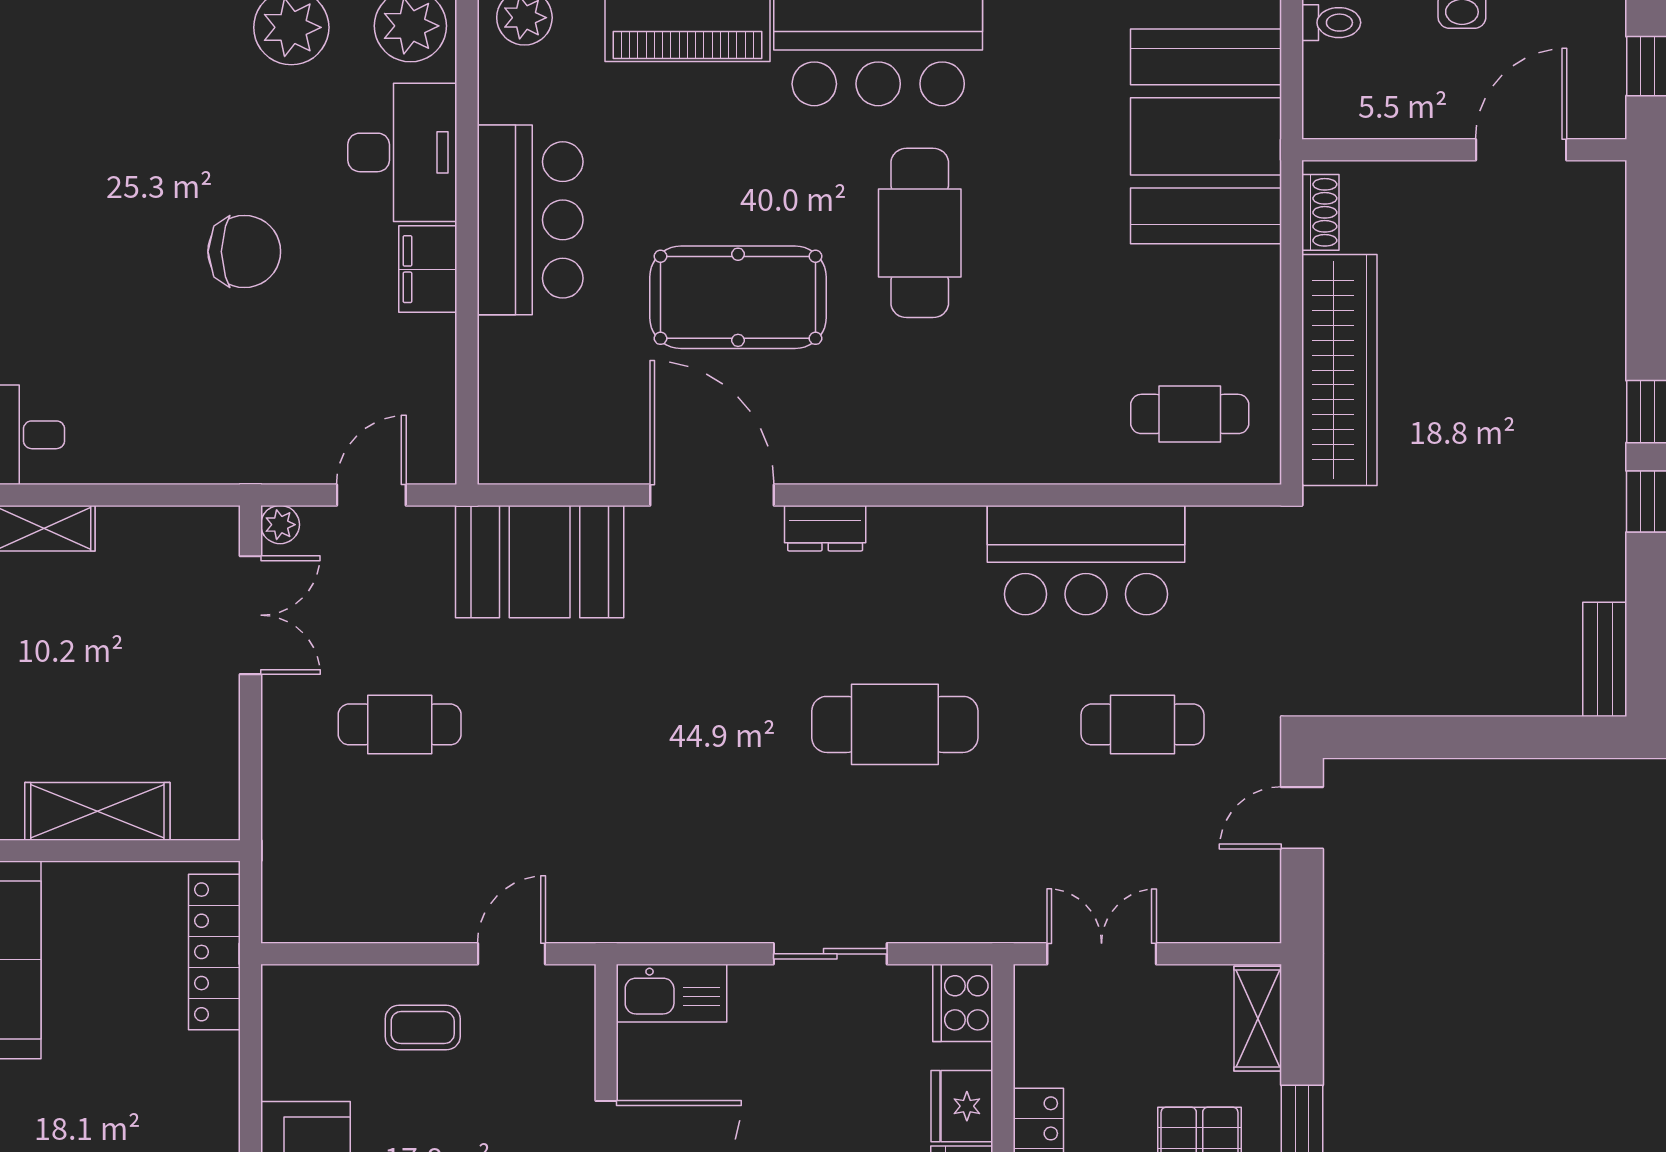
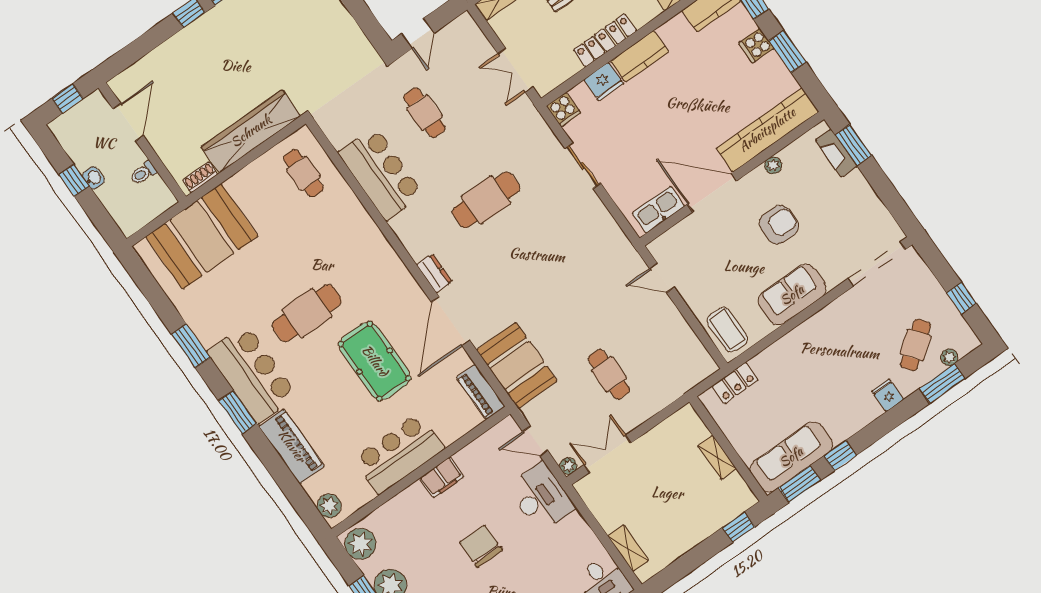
toilet: (1331, 23) -> (143, 173), moved, turned -90
door: (1521, 150) -> (128, 122), swing flipped
desk: (402, 152) -> (541, 497), moved, turned 90
piano: (538, 458) -> (481, 392), added
cafe table: (895, 724) -> (486, 200), turned 90
shelving: (97, 811) -> (717, 457), width x0.67, depth x0.75
door: (1302, 818) -> (418, 33), hinge flipped
locker: (214, 952) -> (735, 383), width x0.66
kitchen sink: (672, 993) -> (658, 210), moved, turned -90
cooker: (963, 1003) -> (563, 109), width x0.73
coffee table: (423, 1028) -> (727, 330), moved, width x1.36, depth x1.30

